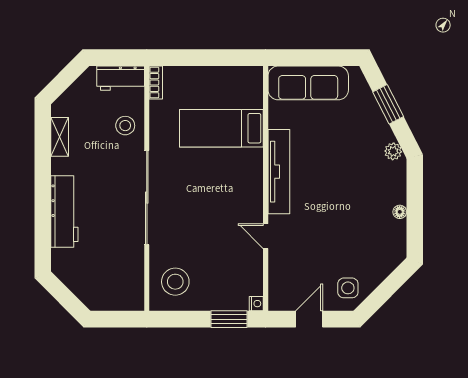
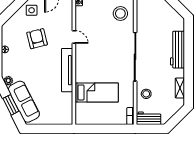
sofa: (308, 83) -> (24, 102), moved, turned 63
armchair: (337, 233) -> (37, 39), added

